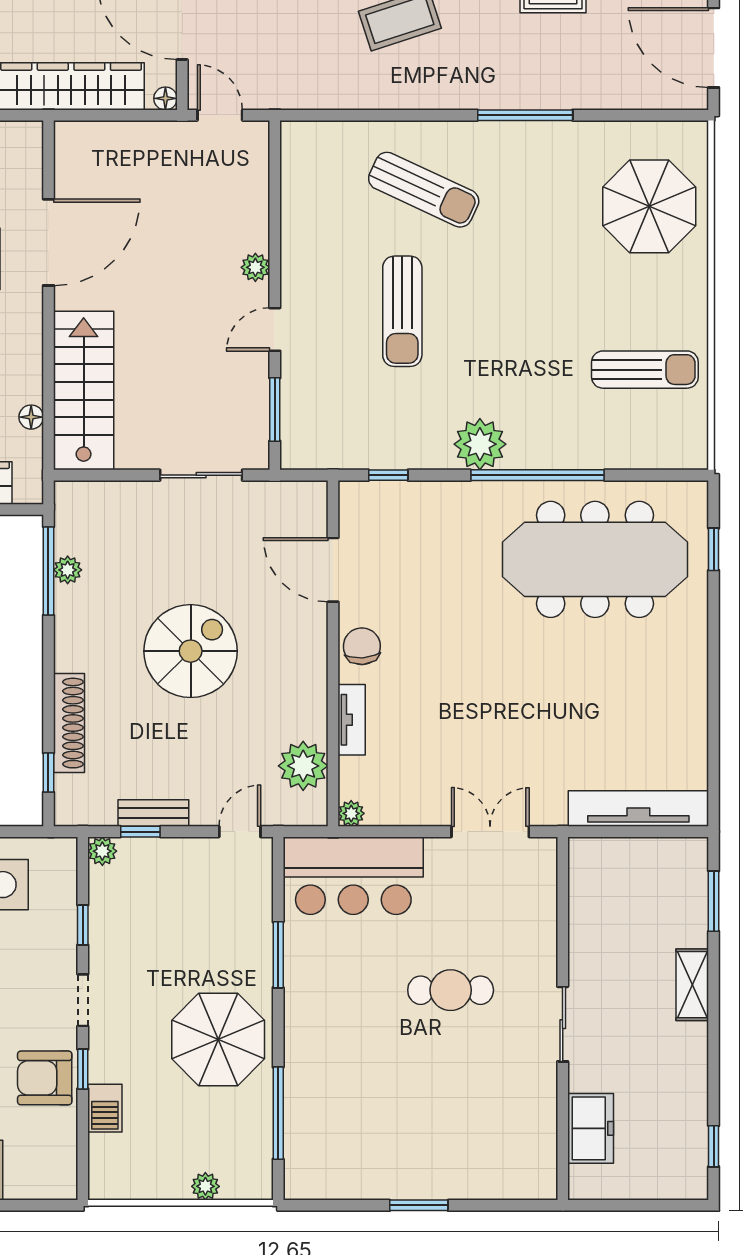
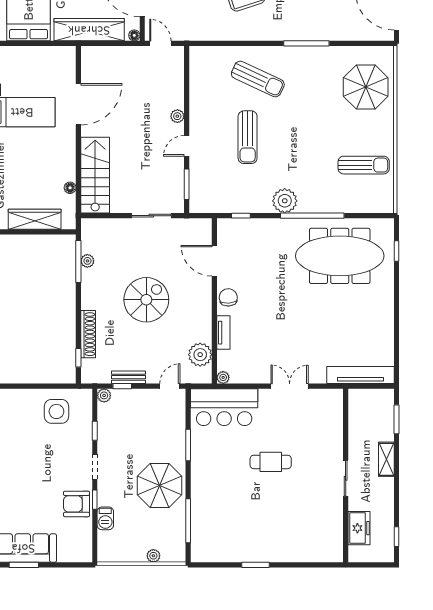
wall: (563, 1018) -> (346, 475), moved
sliding door: (563, 1024) -> (346, 478), moved
freezer: (591, 1128) -> (359, 528), moved

